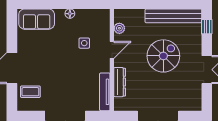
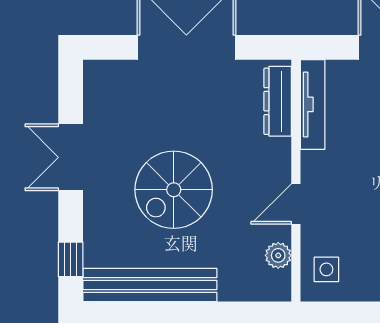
side table: (84, 43) -> (326, 269), moved
dresser: (120, 82) -> (278, 101), moved

